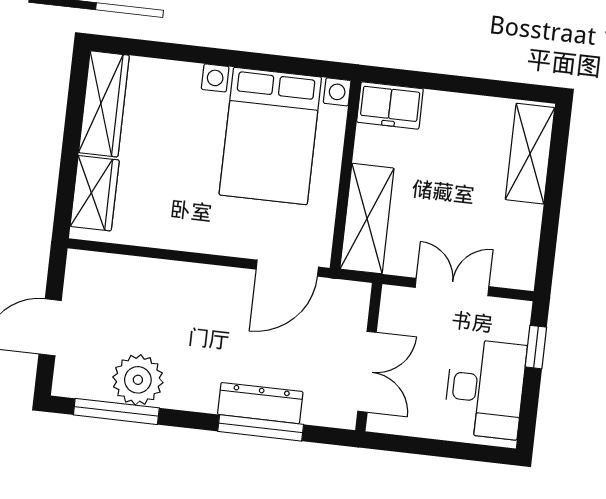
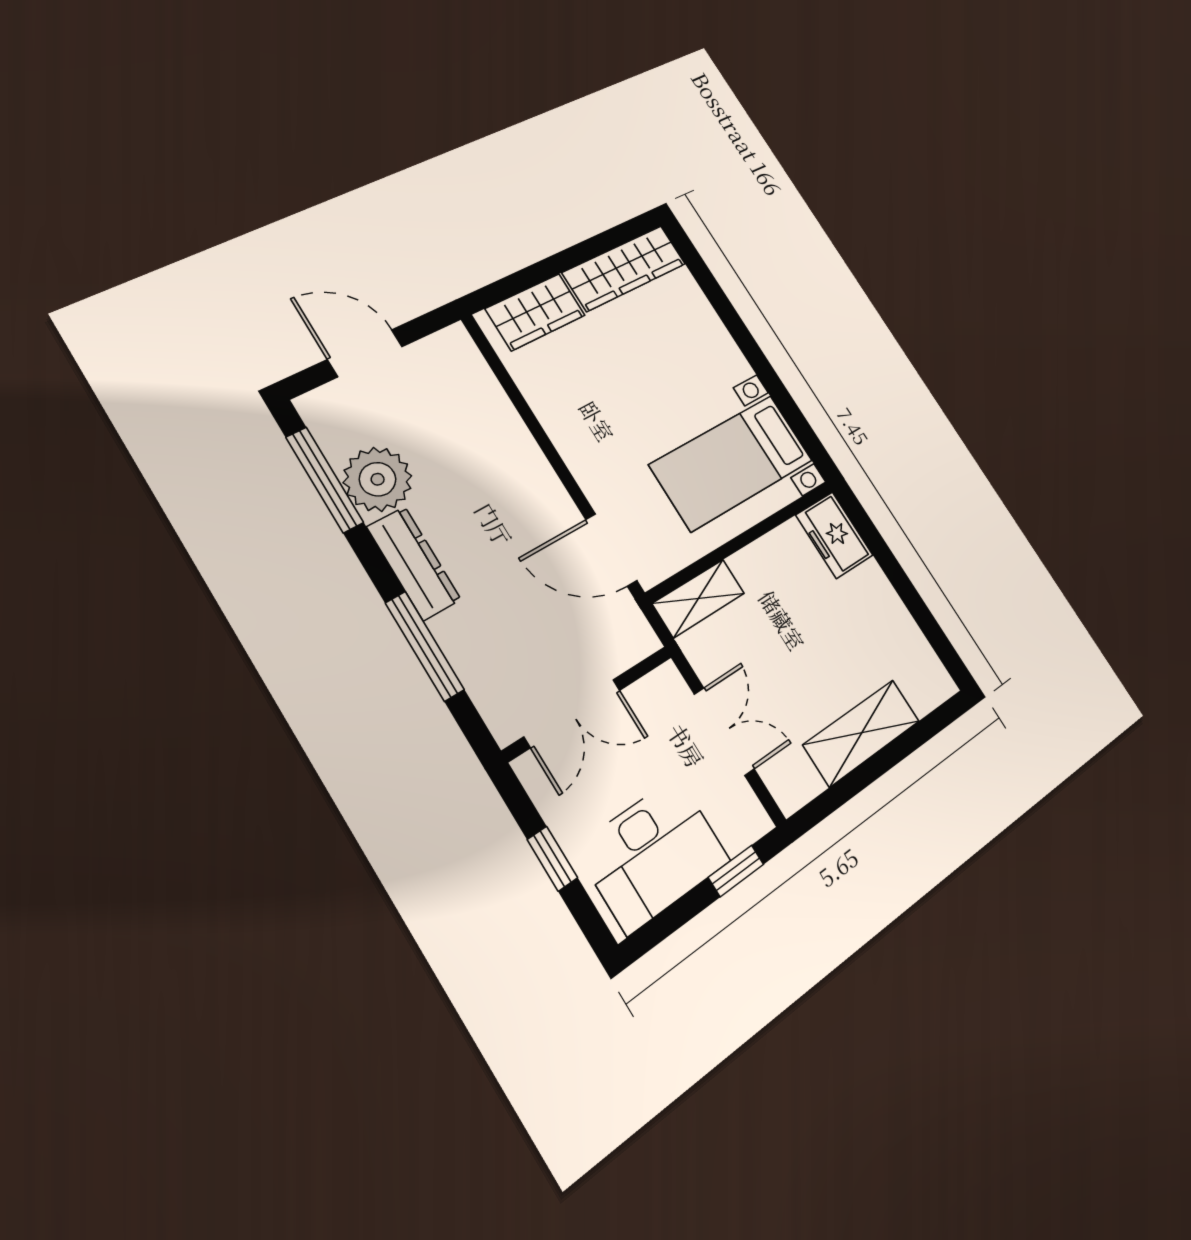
bed with nightstands: (270, 136) -> (732, 462), width x0.73
shelving: (530, 154) -> (862, 733), moved
shelving: (367, 219) -> (699, 598), width x0.67, depth x0.75
dresser: (260, 403) -> (414, 563), moved
window: (439, 448) -> (552, 859), added

